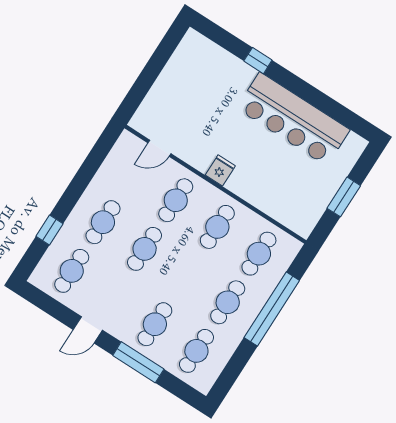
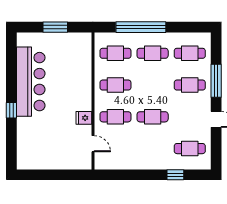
window: (258, 61) -> (11, 110), moved
fridge: (220, 170) -> (84, 118), moved
cafe table: (103, 222) -> (153, 149), removed

